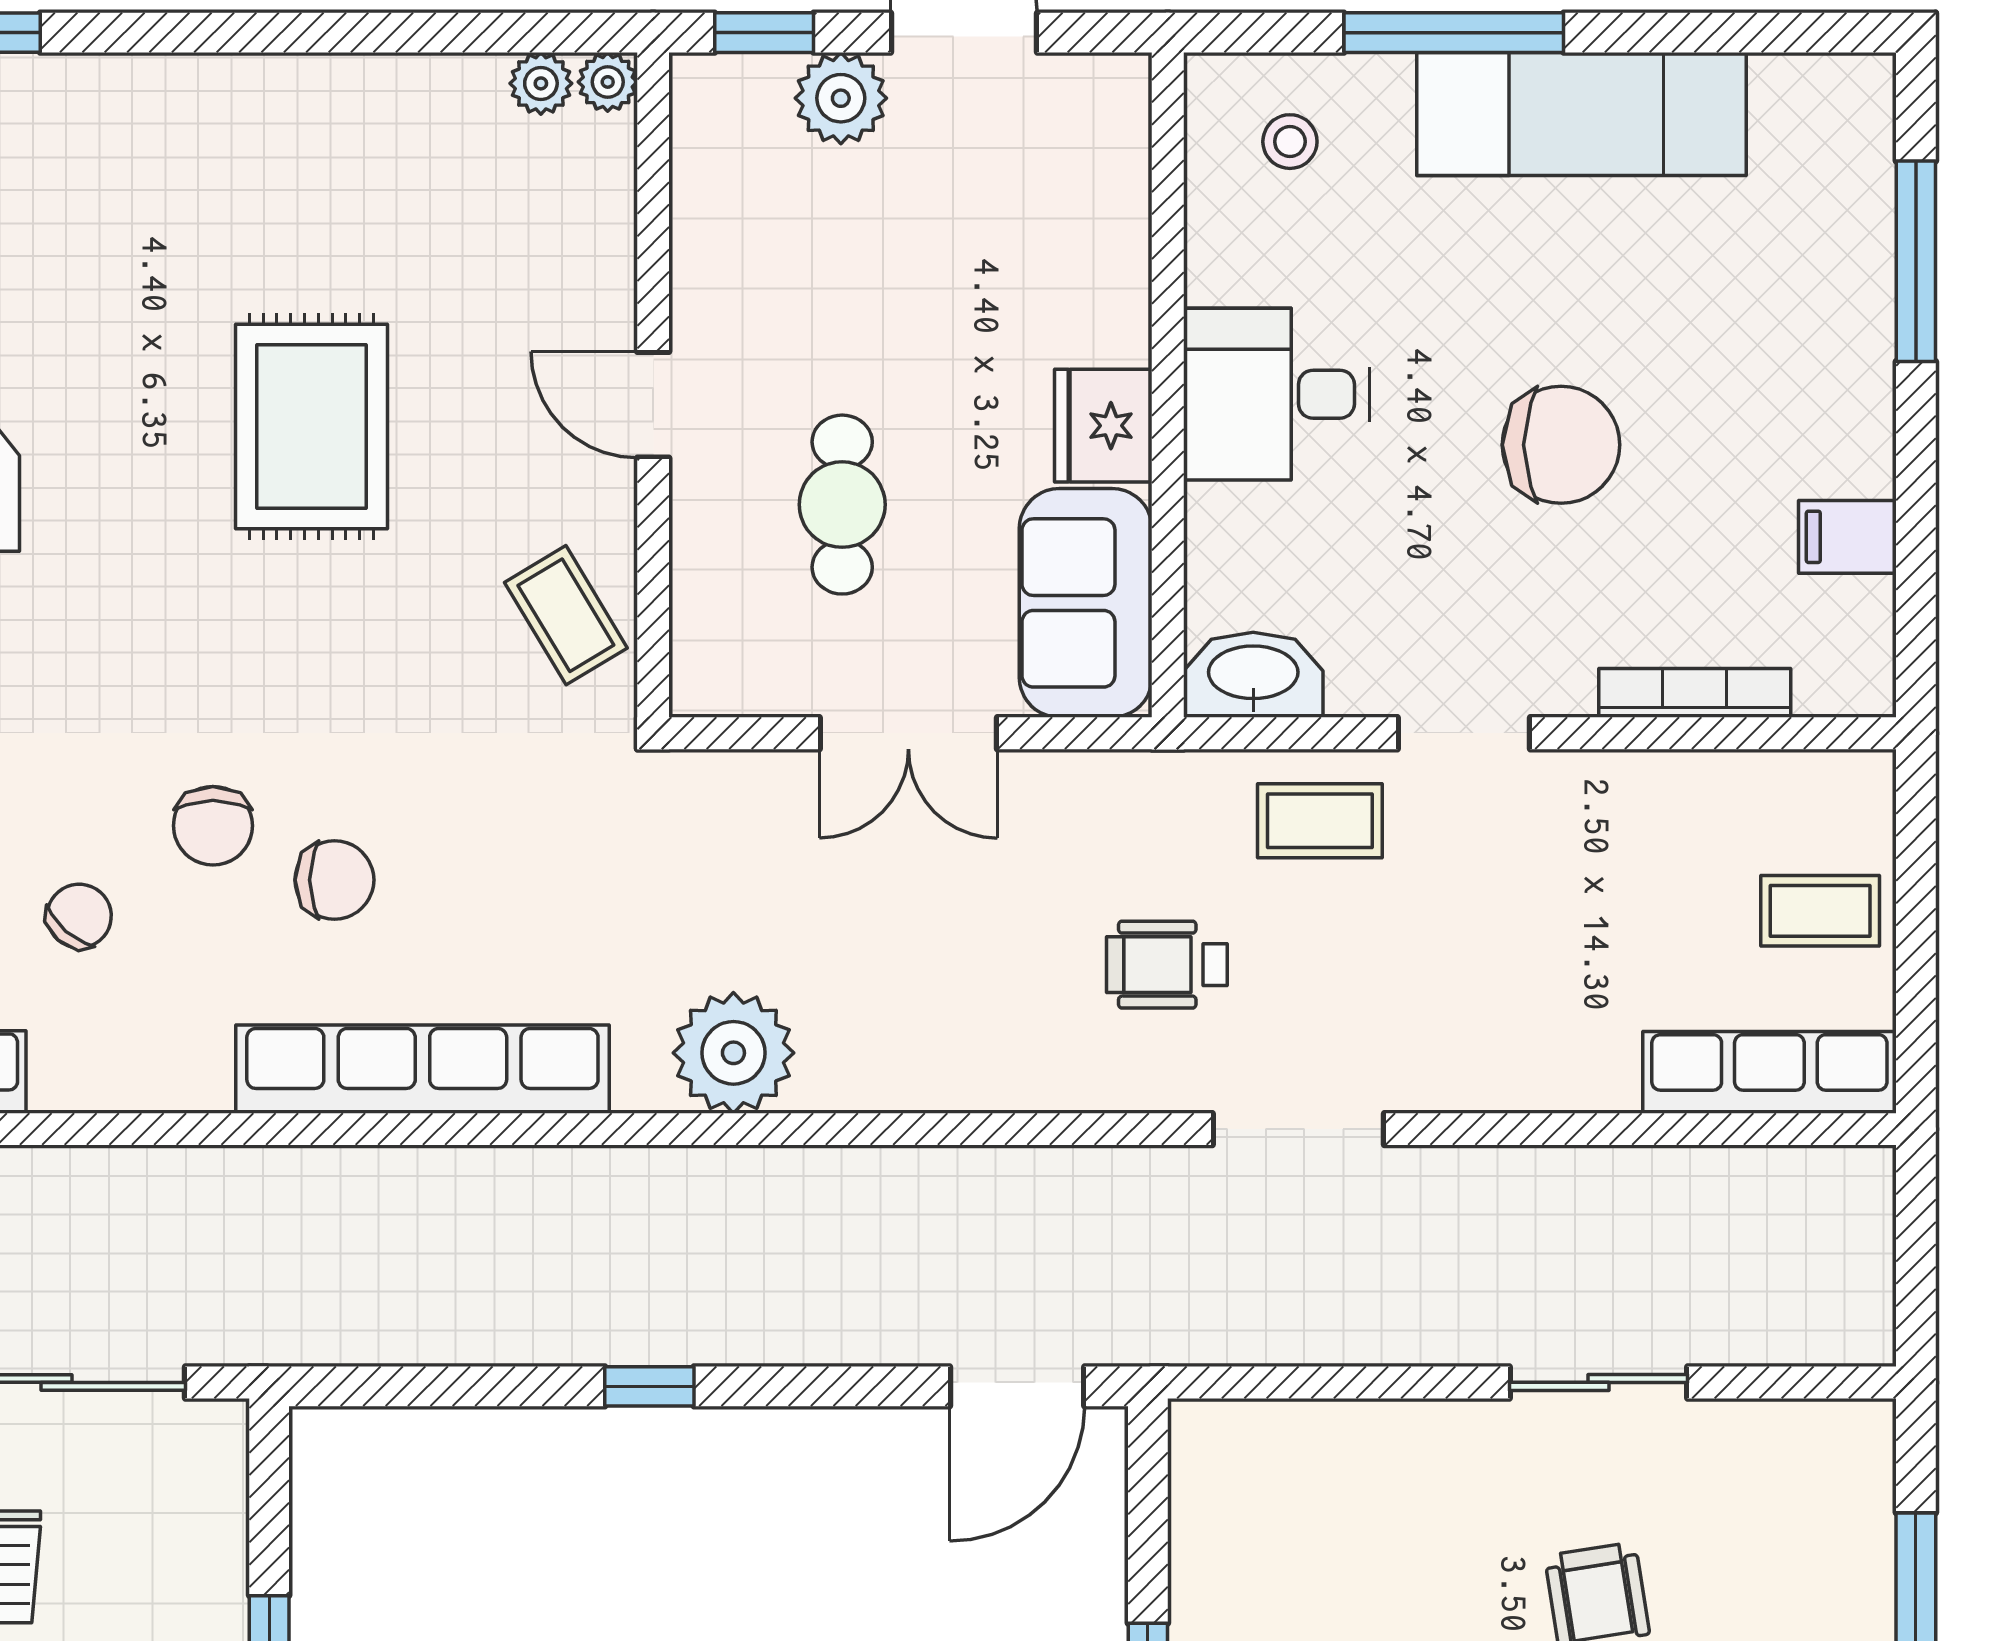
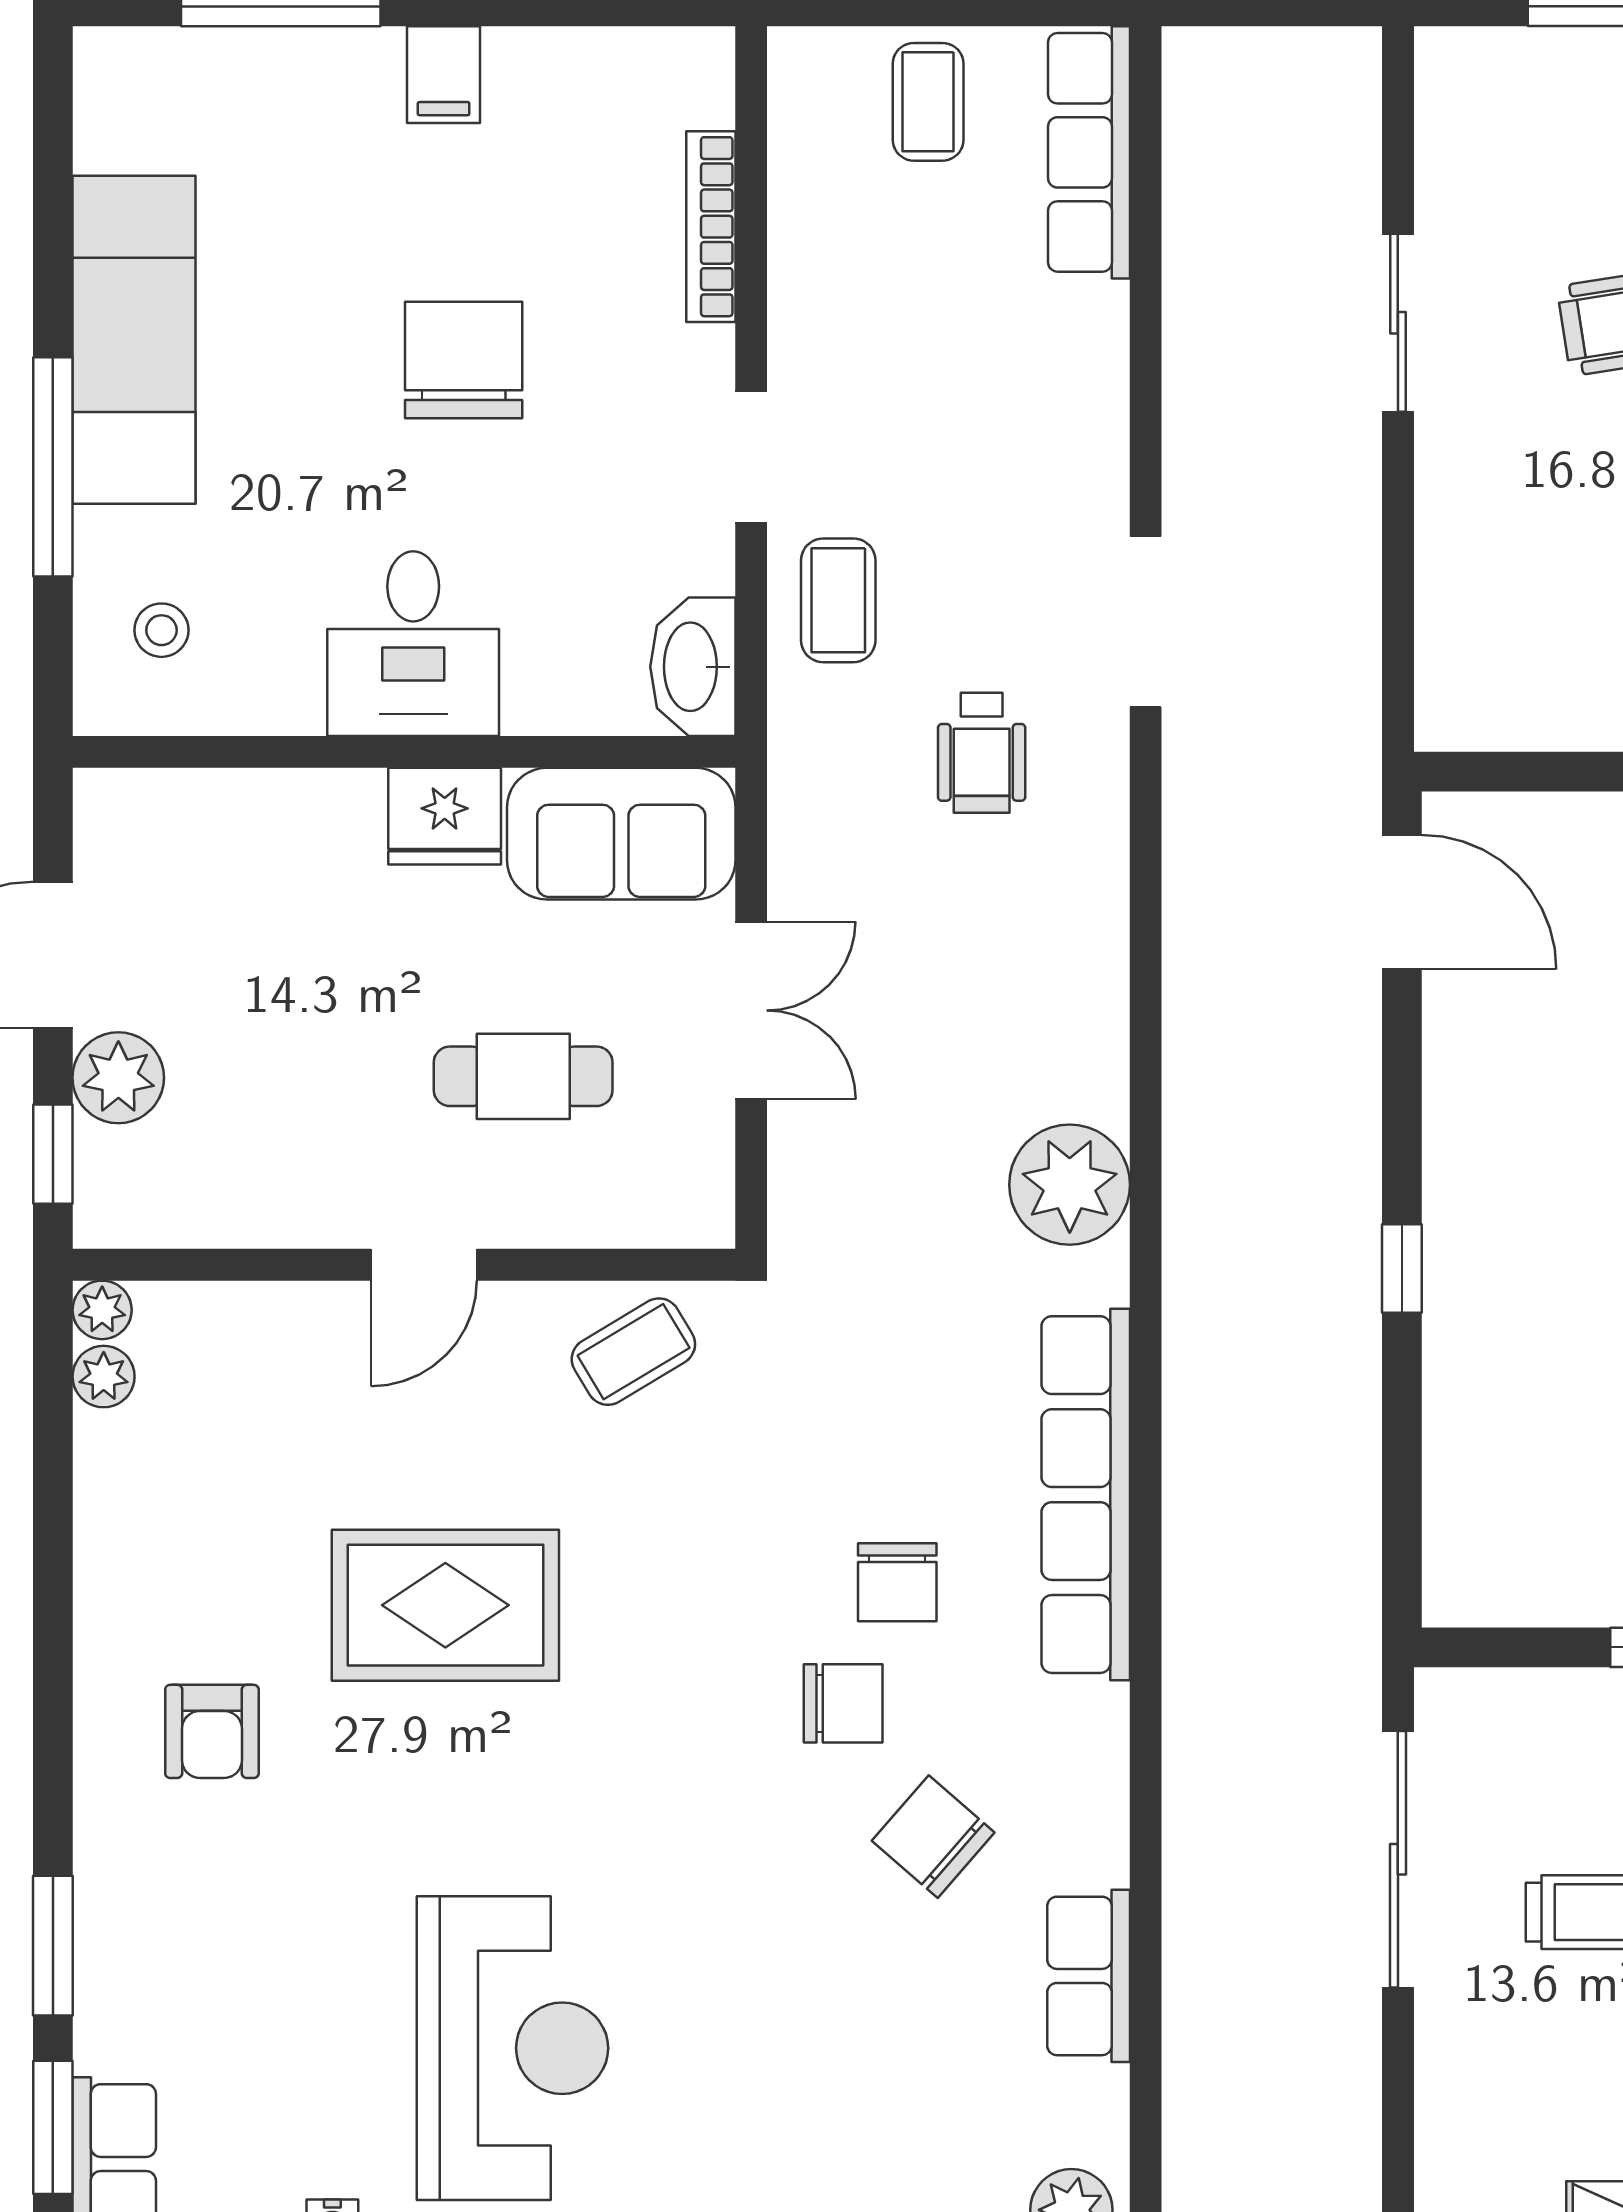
armchair: (185, 192) -> (212, 1731), added
filing cabinet: (1847, 537) -> (444, 75), moved
chair: (334, 880) -> (897, 1582), turned 180
chair: (79, 916) -> (933, 1837), width x1.37, depth x1.37

